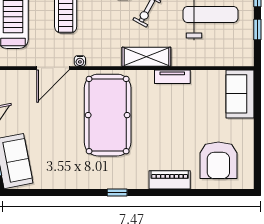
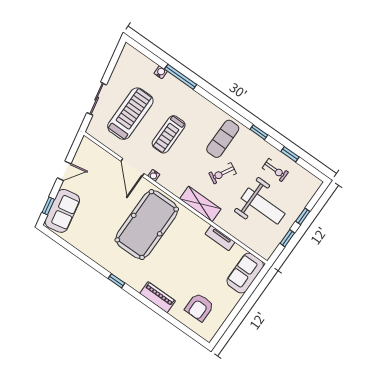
door: (53, 68) -> (132, 167), hinge flipped
tv unit: (172, 77) -> (220, 238), moved
armchair: (218, 160) -> (199, 307), width x0.73, depth x0.73

